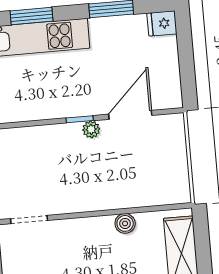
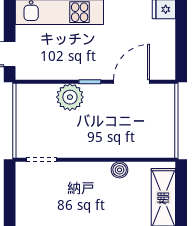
plant: (91, 129) -> (70, 97), moved, width x1.88, depth x1.88

